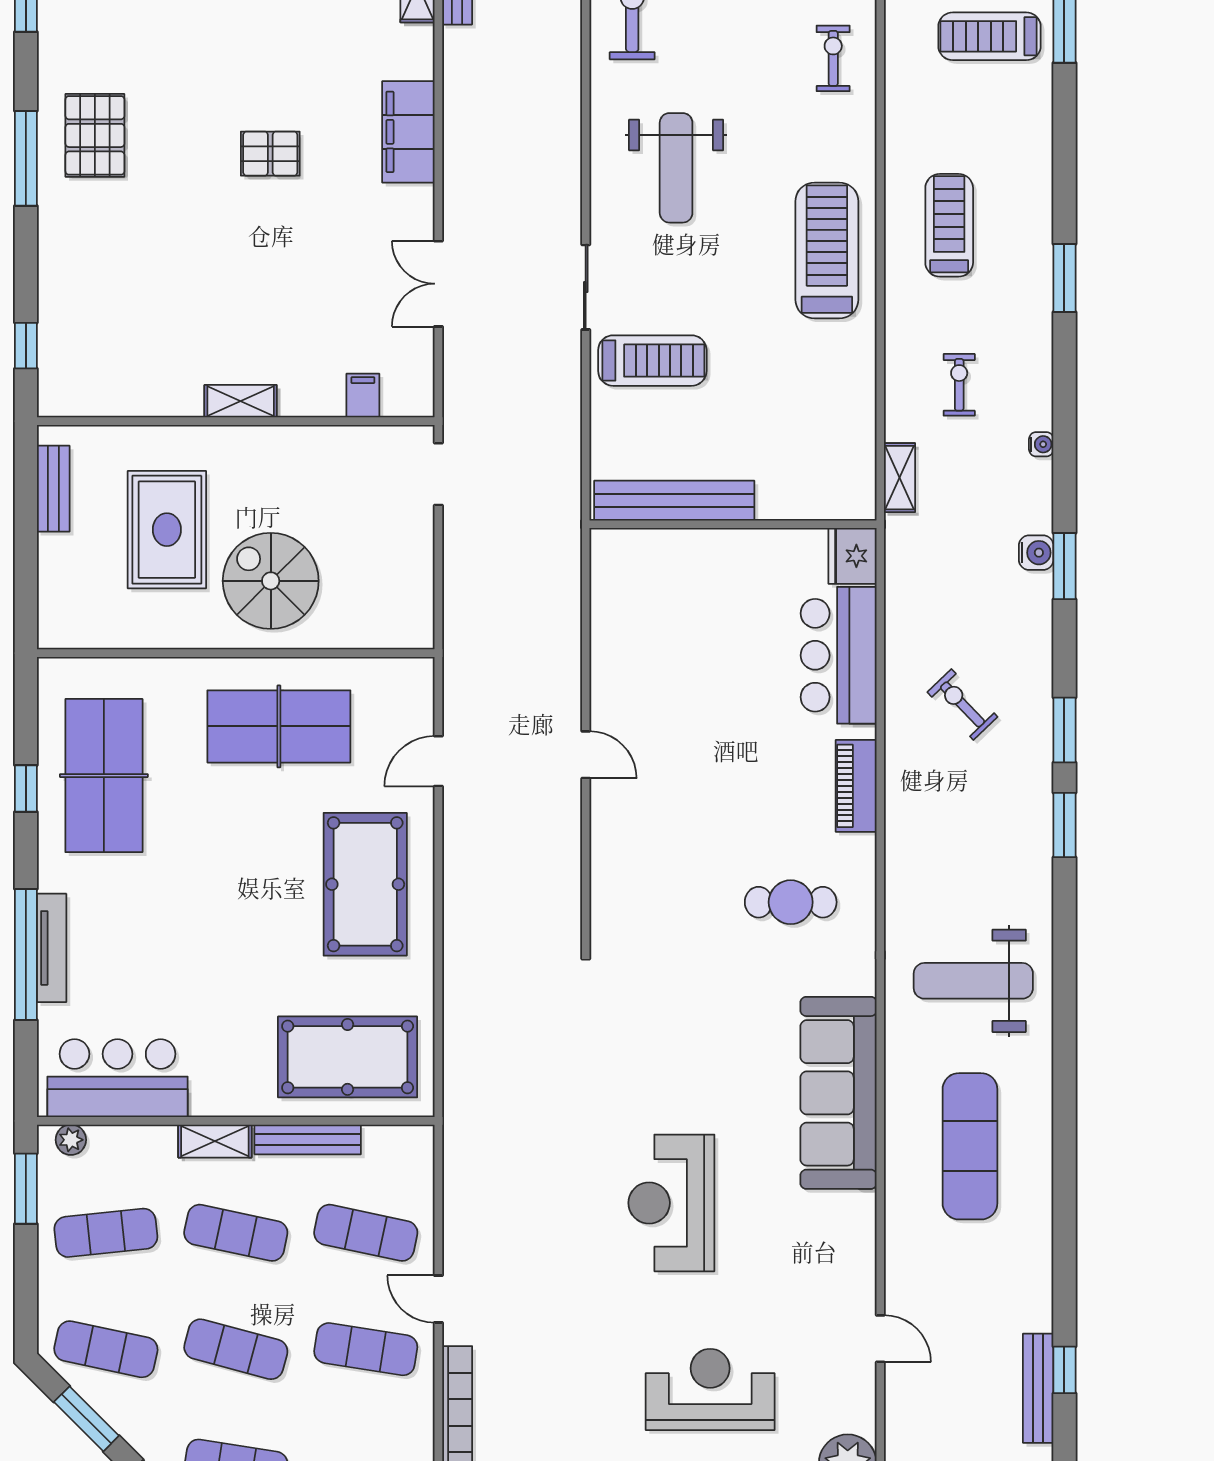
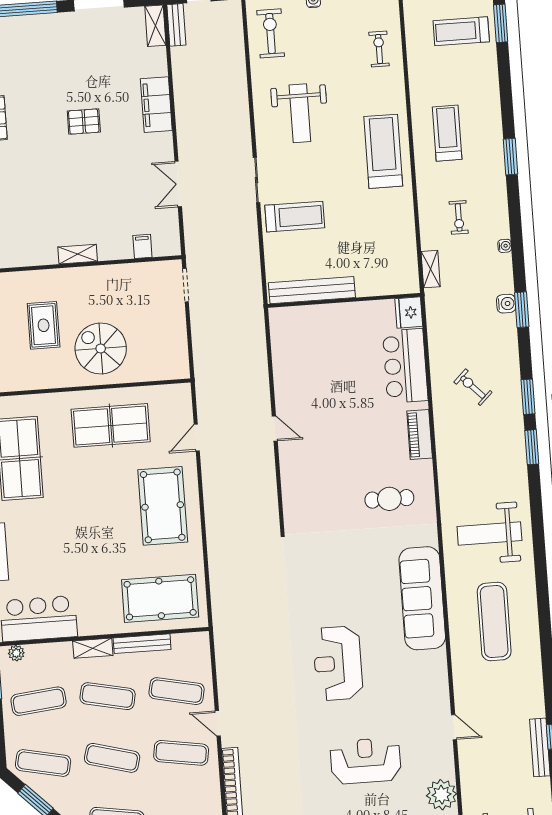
exercise bike: (959, 385) -> (459, 217), turned 180
rug: (167, 530) -> (44, 325), width x0.73, depth x0.70

